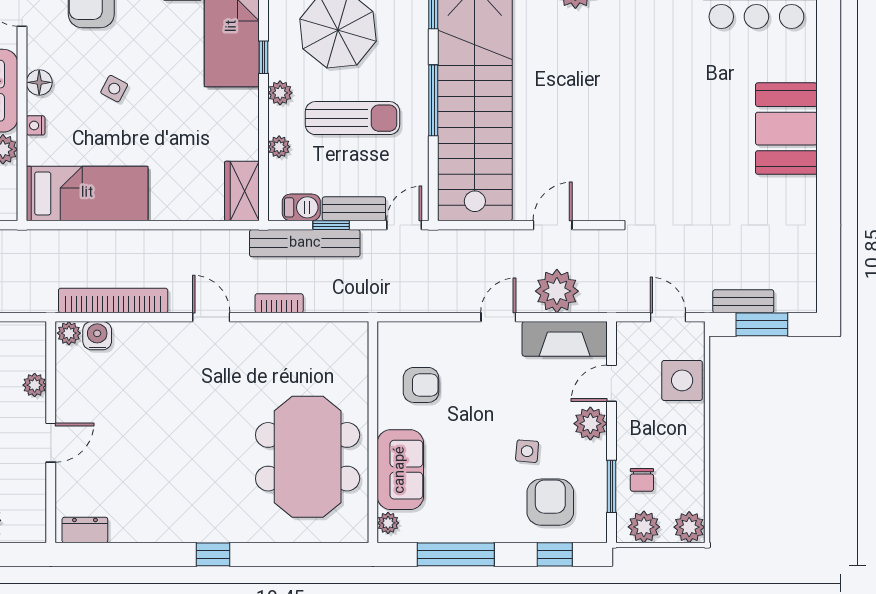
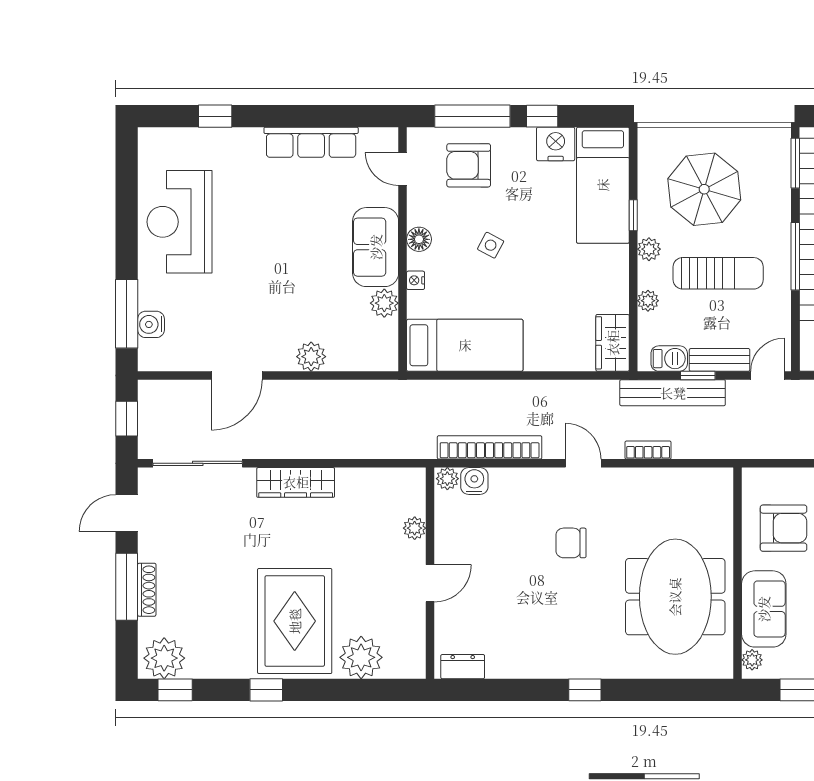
armchair: (421, 385) -> (784, 528), width x1.38, depth x1.38
chair: (198, 400) -> (571, 543), added

